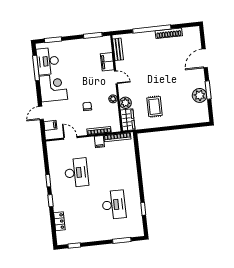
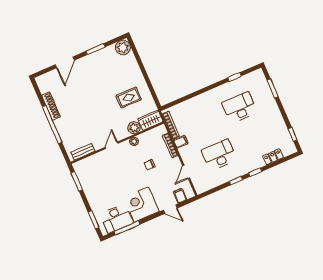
door: (205, 58) -> (65, 62), hinge flipped
filing cabinet: (107, 62) -> (99, 159), removed
plant: (200, 95) -> (123, 48), moved

